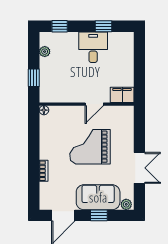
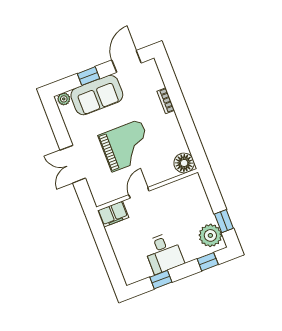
plant: (45, 52) -> (210, 235), width x1.87, depth x1.87
window: (34, 78) -> (224, 221), moved
floor lamp: (44, 110) -> (184, 163), width x1.89, depth x1.89
double door: (139, 168) -> (73, 164), moved

